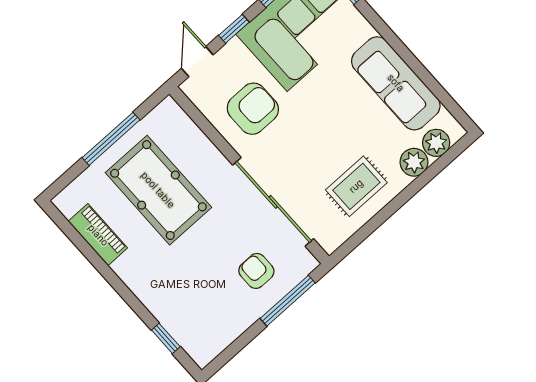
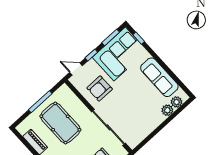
door: (197, 62) -> (76, 69), hinge flipped
armchair: (253, 109) -> (100, 88), turned 180
rug: (356, 186) -> (143, 121), removed

